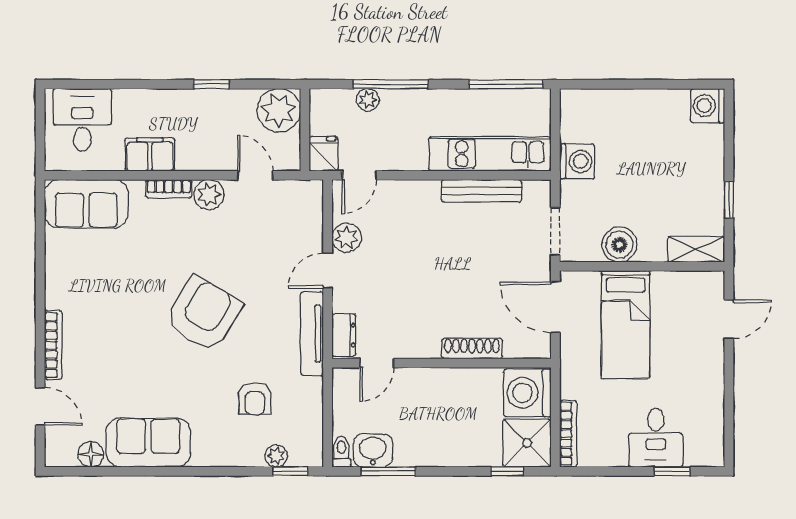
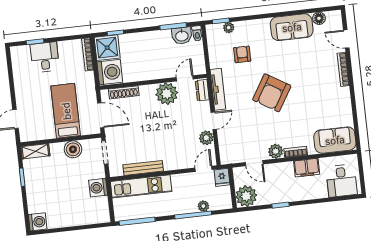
plant: (417, 336) -> (167, 94), added
shoe rack: (472, 349) -> (124, 92), moved

